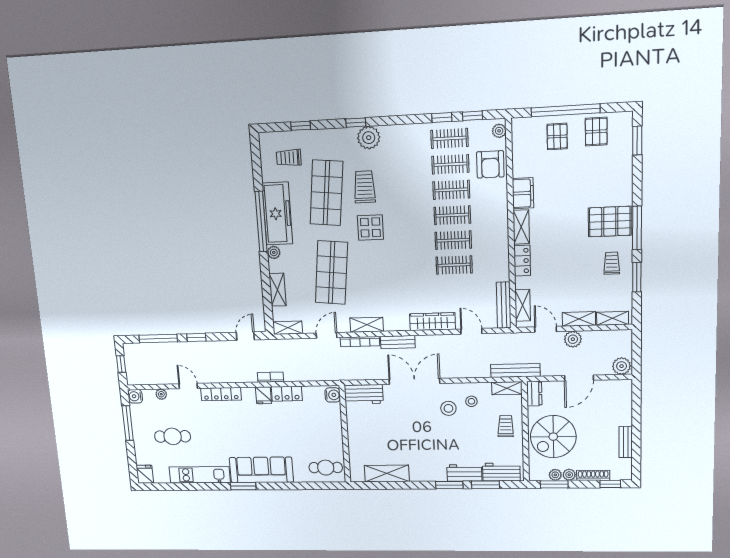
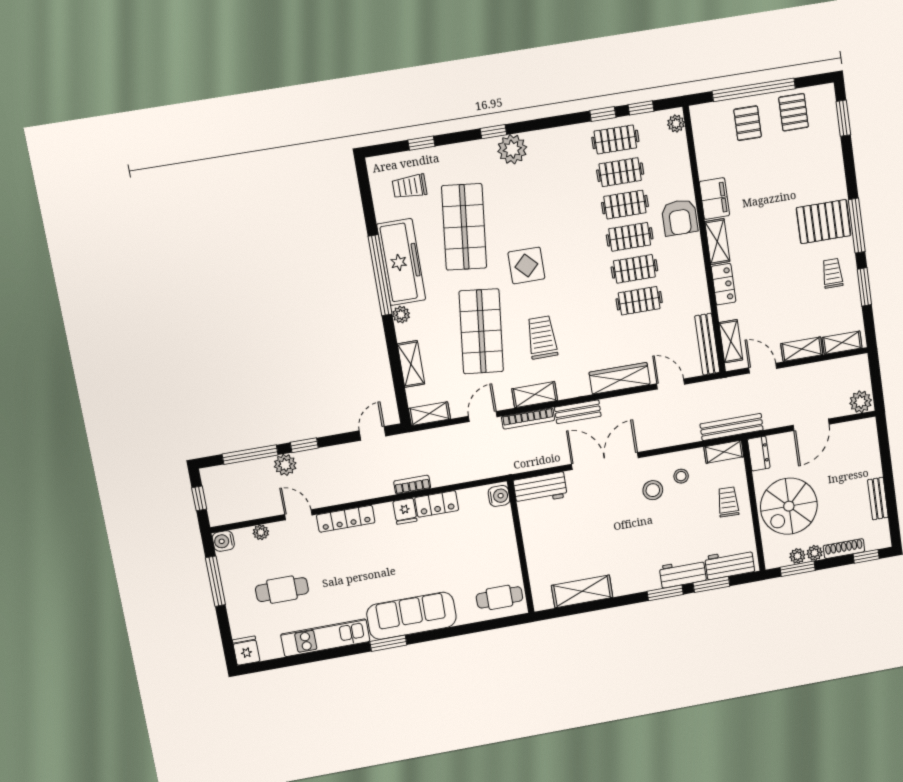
armchair: (490, 164) -> (680, 217), moved
trolley: (365, 187) -> (542, 337), moved
plant: (573, 339) -> (285, 465), moved

